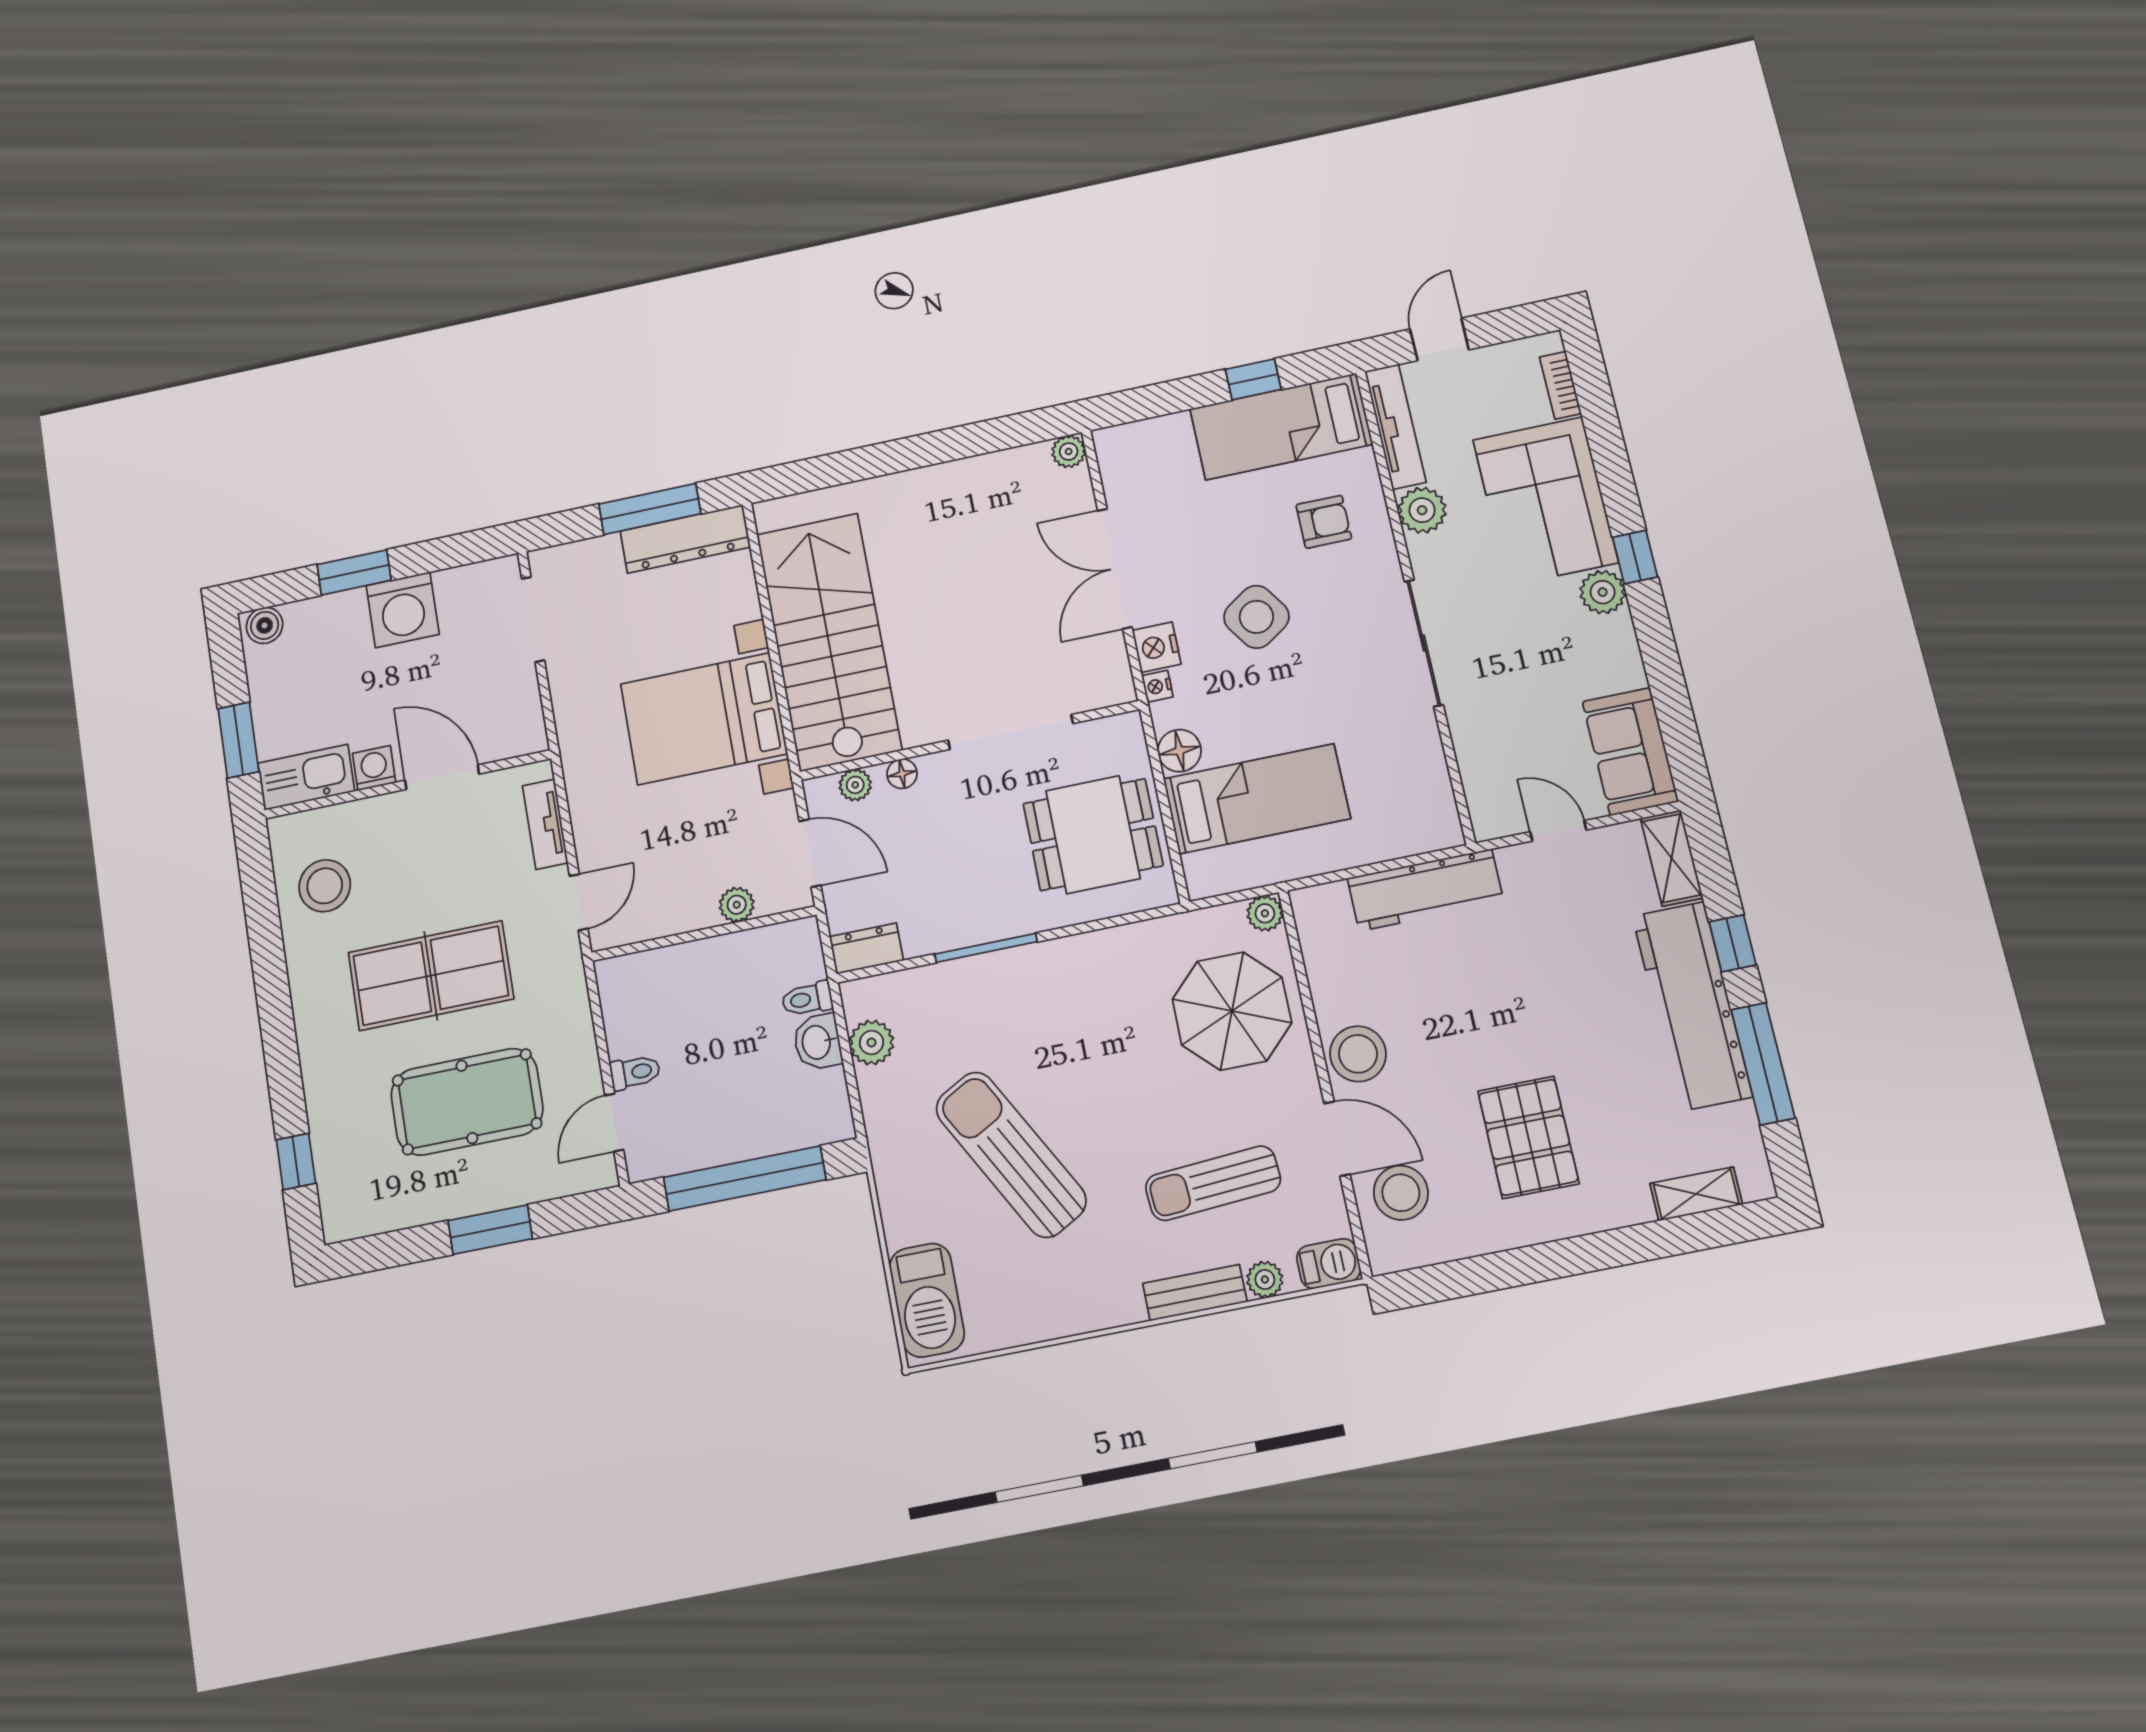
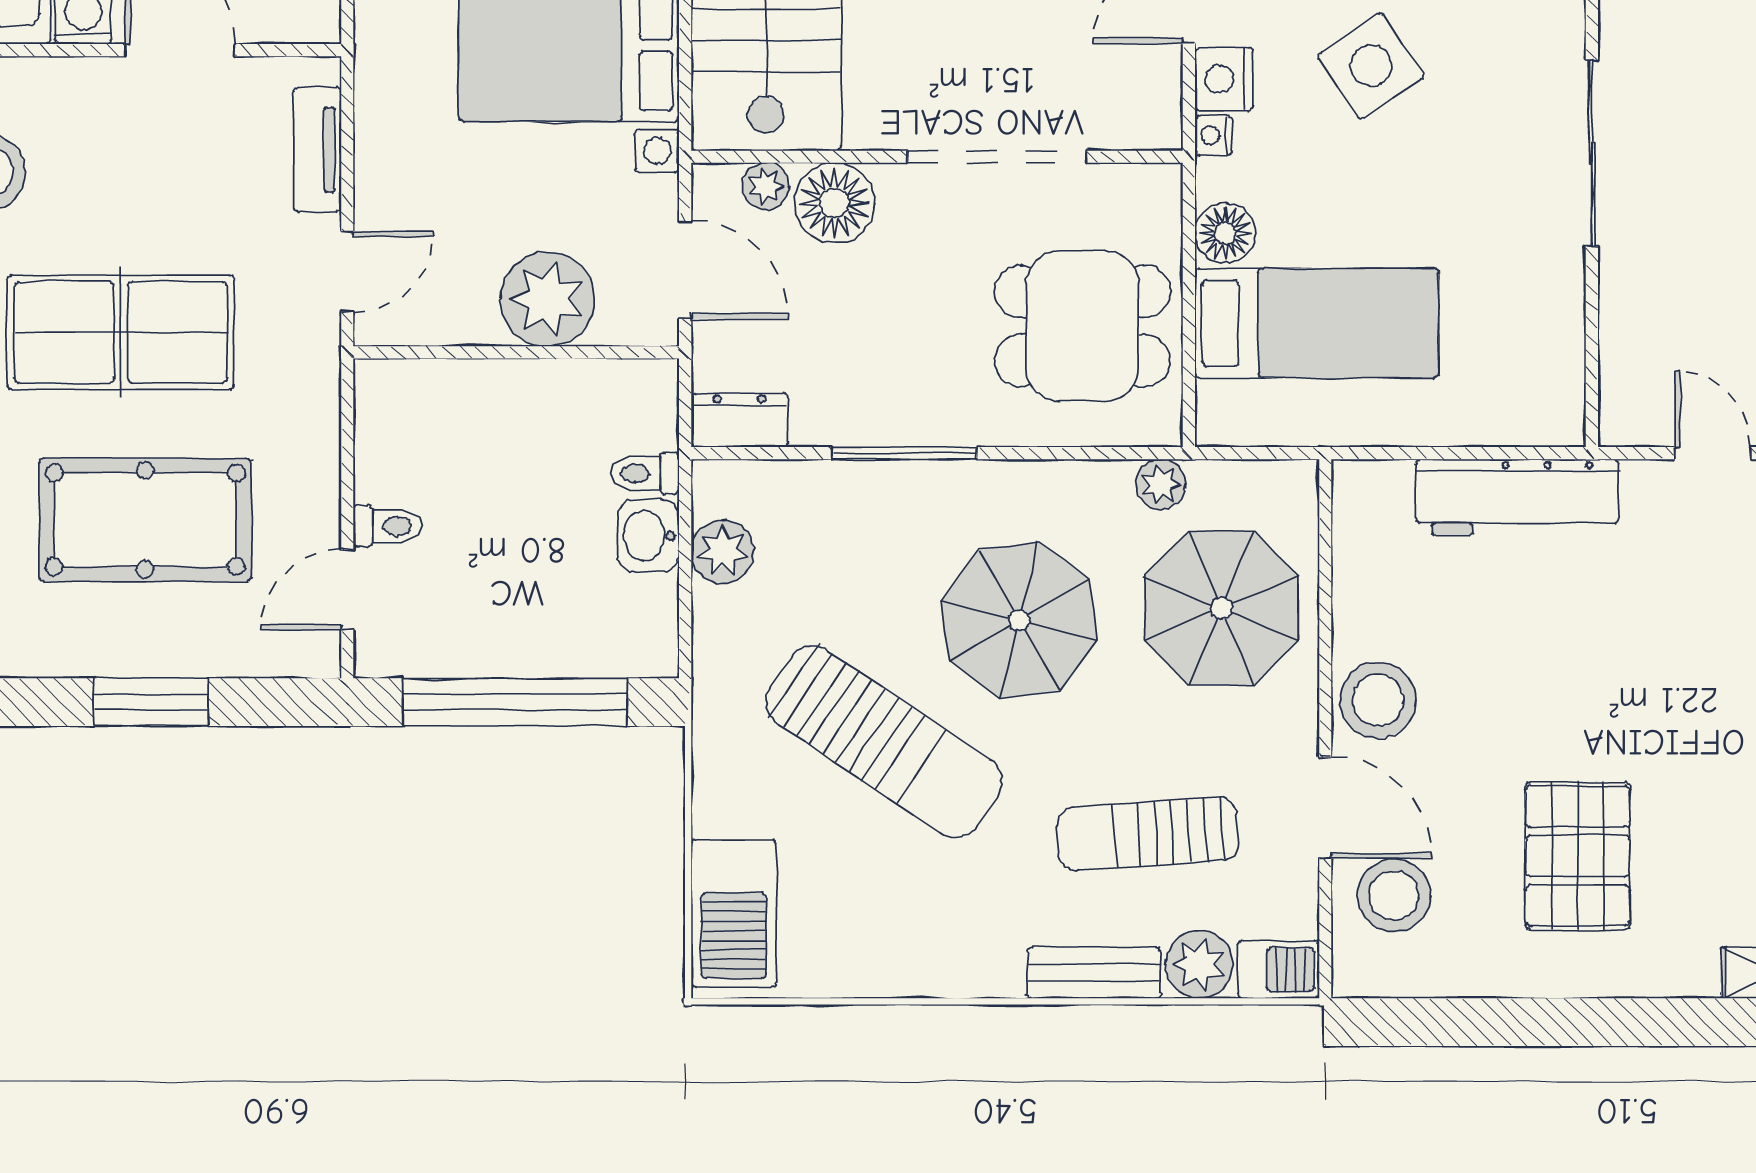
floor lamp: (902, 774) -> (834, 203), width x1.89, depth x1.89
plant: (737, 905) -> (547, 299), width x1.87, depth x1.87
plant: (1265, 913) -> (1161, 484), moved
parasol: (1090, 1049) -> (1019, 620), added
sun lounger: (1011, 1154) -> (884, 742), turned 153
plant: (1265, 1280) -> (1199, 965), width x1.38, depth x1.38

